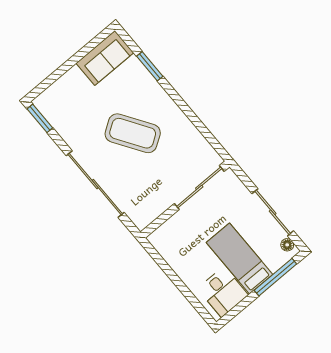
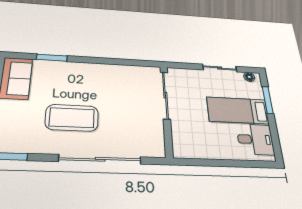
coffee table: (133, 133) -> (72, 118), moved, turned 33
sliding door: (273, 212) -> (220, 68), width x0.73
window: (275, 277) -> (268, 100), width x0.69

